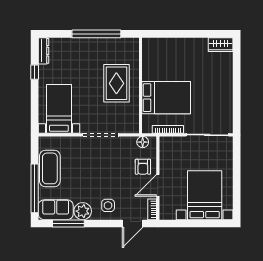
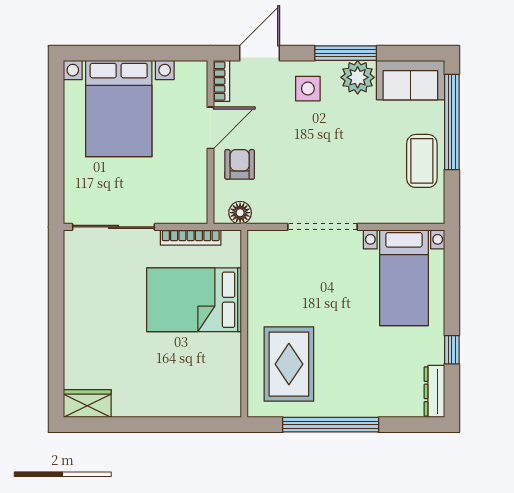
rug: (116, 83) -> (289, 364), moved
coffee table: (50, 168) -> (422, 161), width x0.73, depth x0.76
window: (68, 223) -> (346, 53), moved

